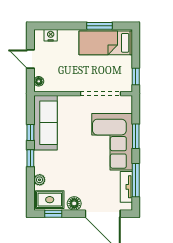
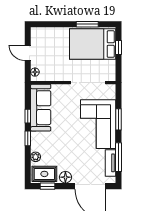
nightstand: (51, 35) -> (45, 32), removed
bed: (106, 43) -> (93, 44), width x1.50
window: (136, 76) -> (118, 48), moved

